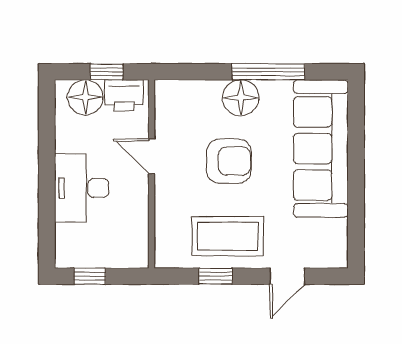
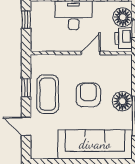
armchair: (229, 161) -> (88, 95), turned 180

